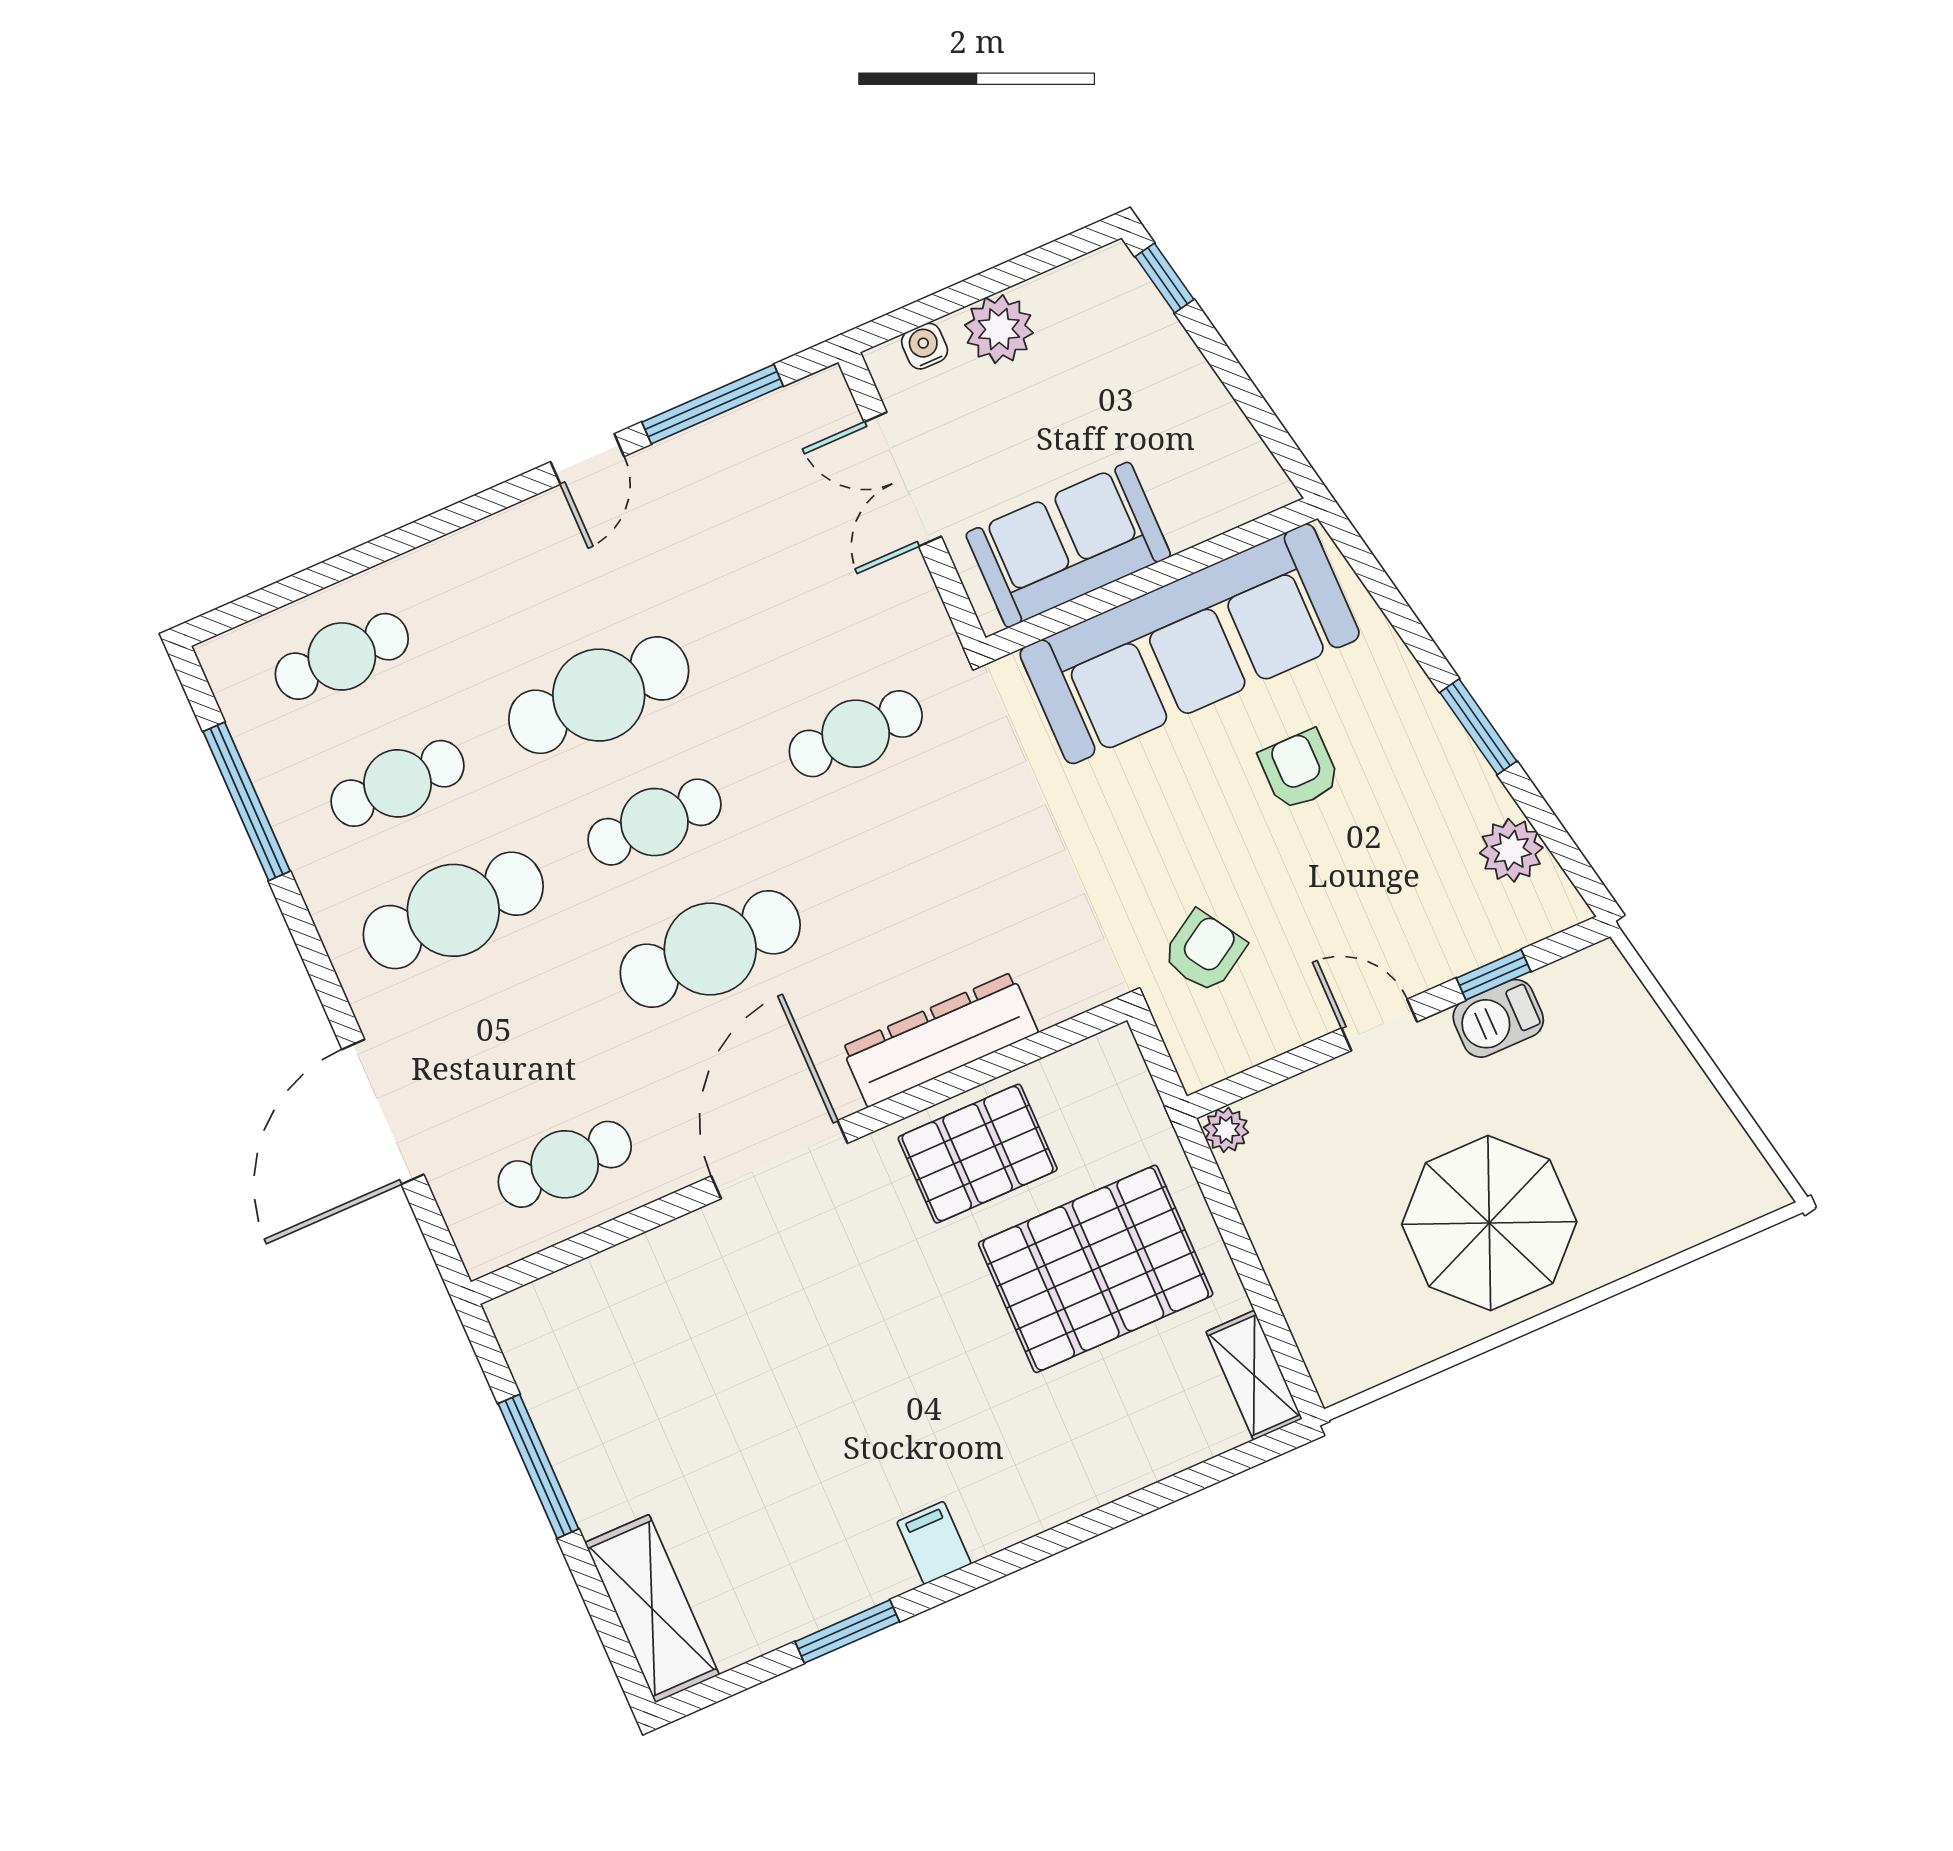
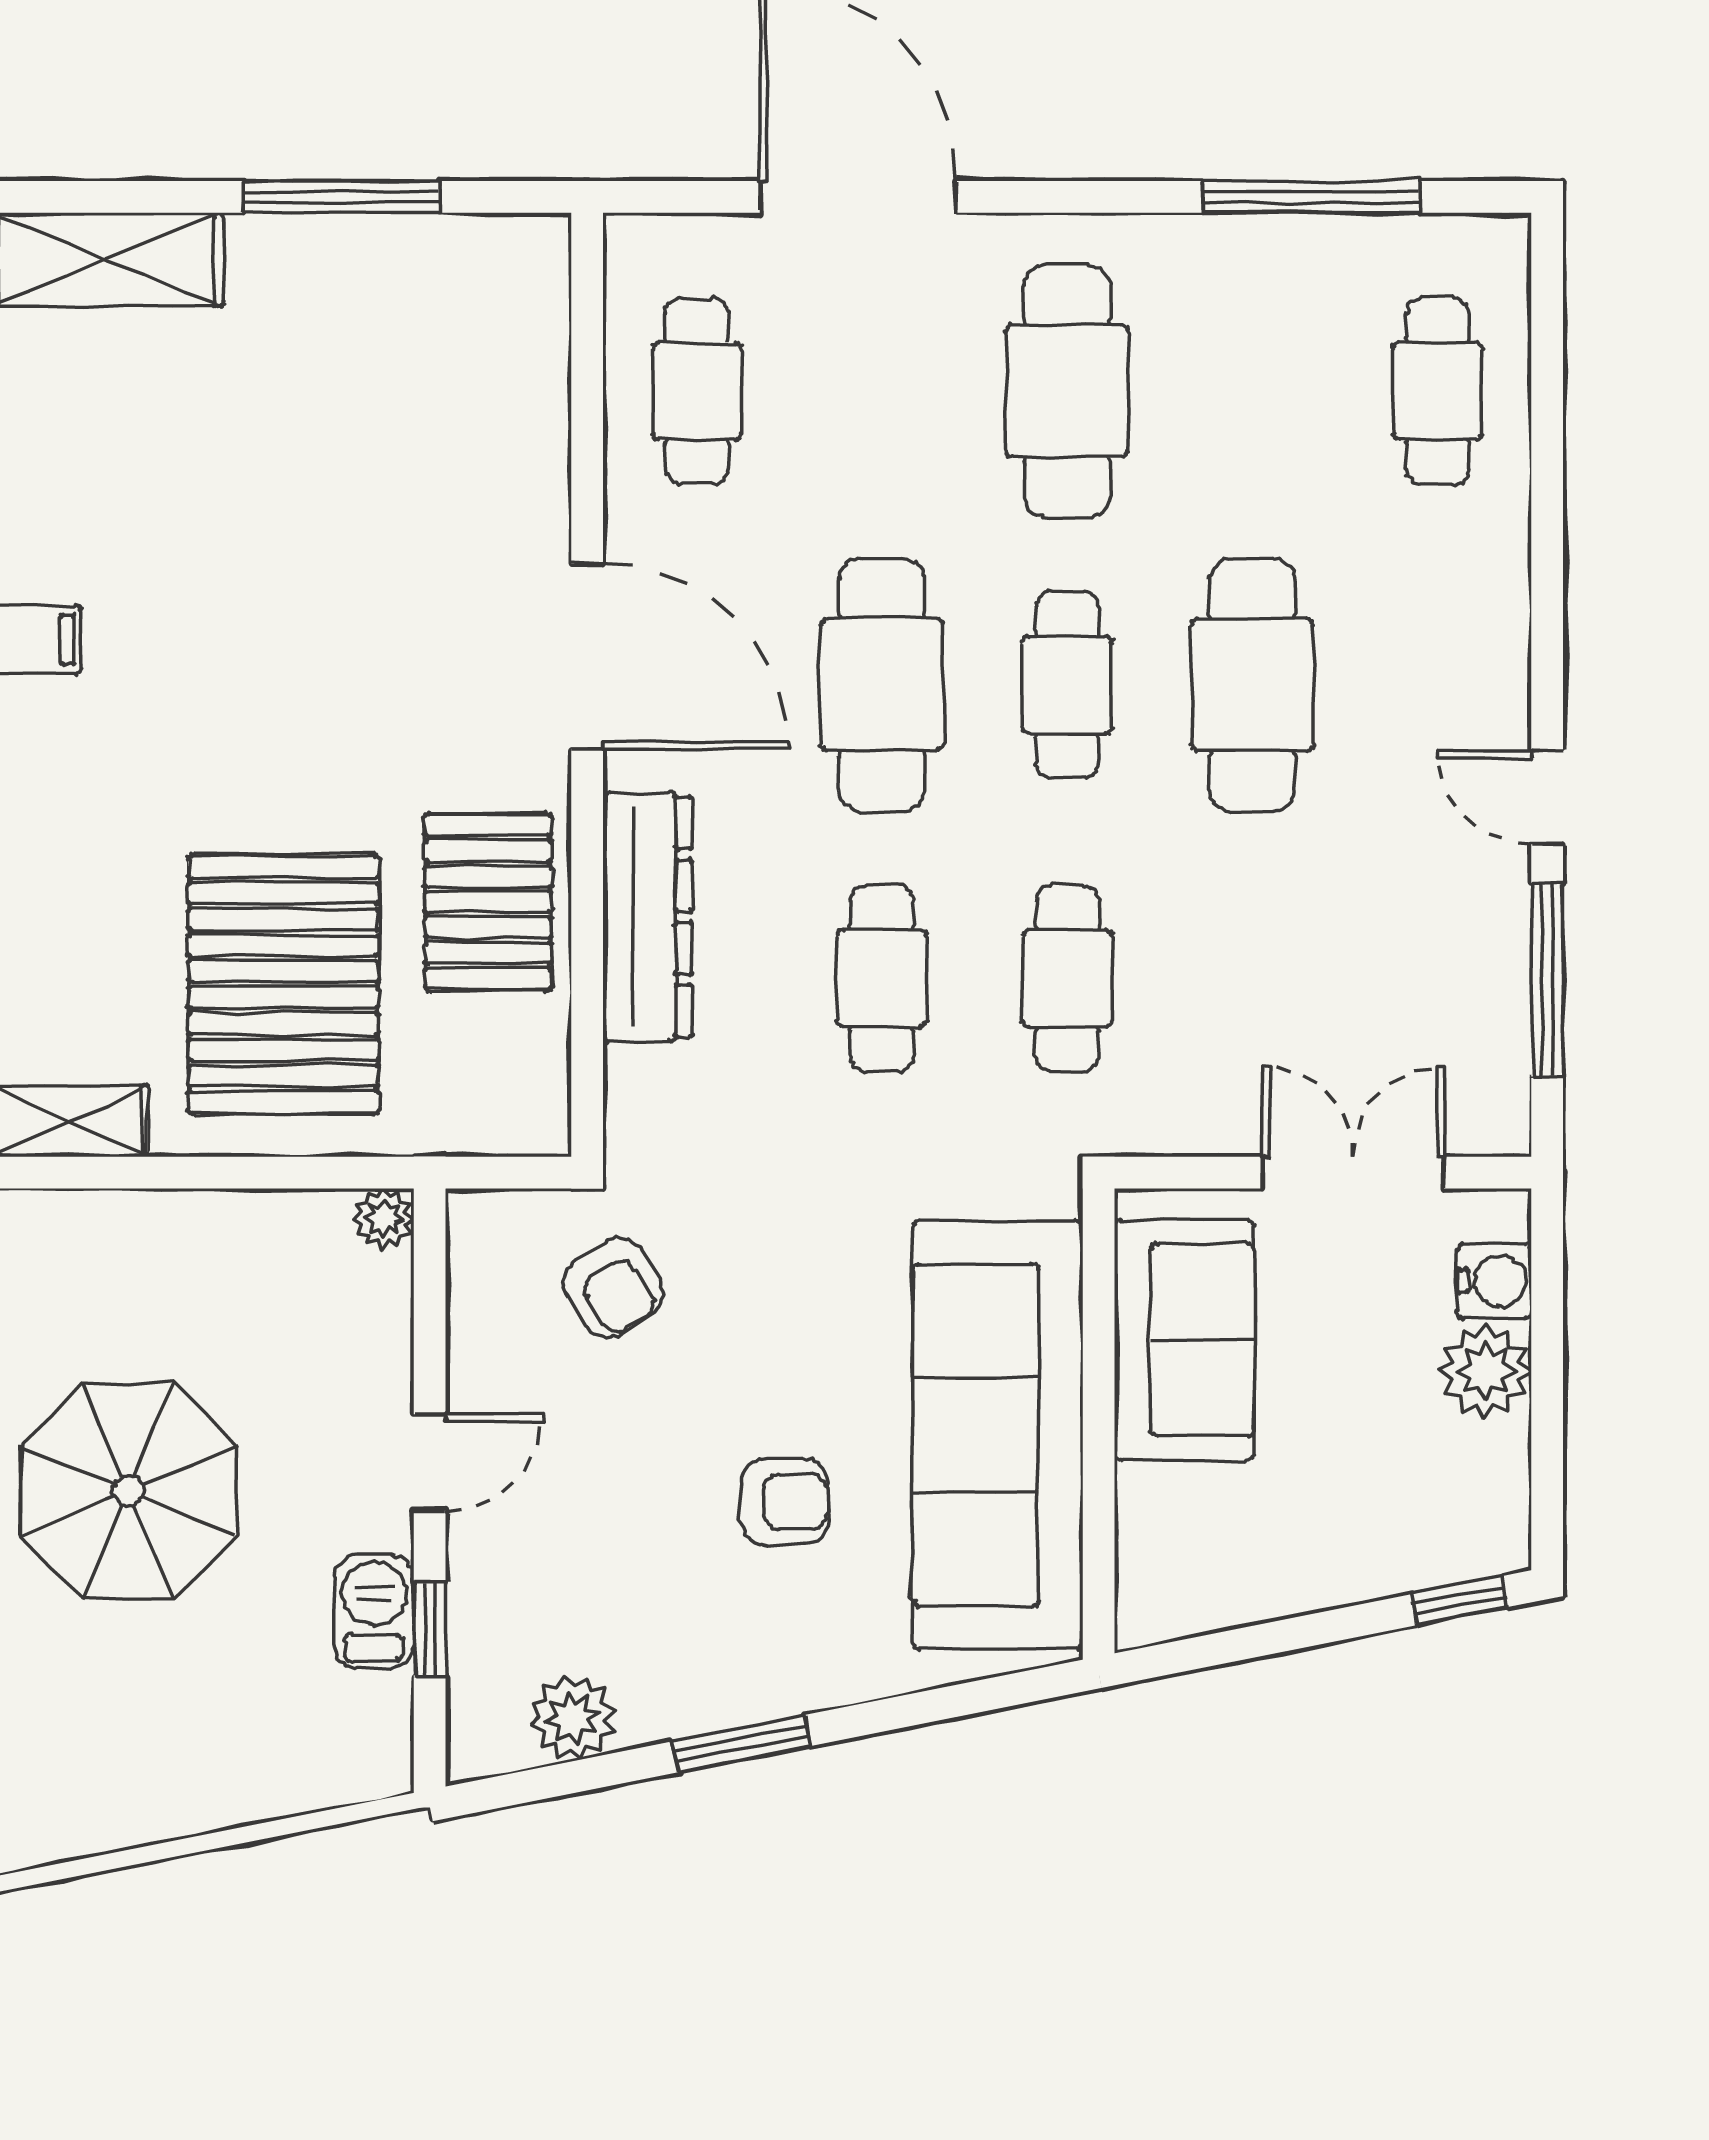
water cooler: (925, 346) -> (1494, 1281), width x1.38, depth x1.38
cafe table: (398, 783) -> (882, 978), moved

